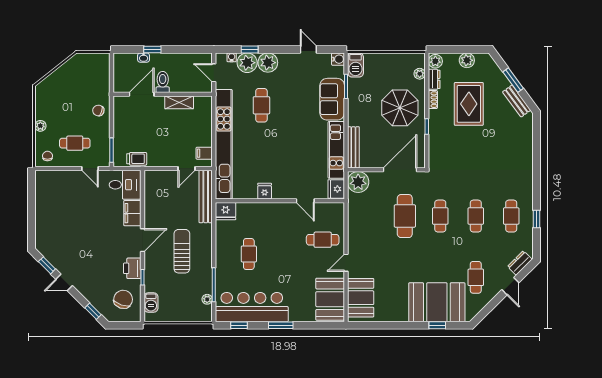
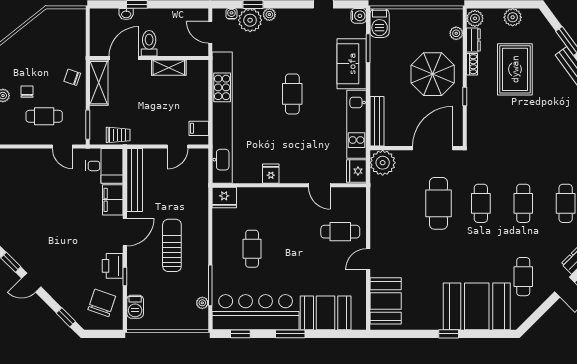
plant: (268, 63) -> (269, 15), width x0.53, depth x0.53
cafe table: (261, 105) -> (292, 94), moved
shelving: (121, 115) -> (99, 83), added
chair: (47, 156) -> (27, 92), moved
bench: (206, 196) -> (135, 180), moved
booth: (330, 299) -> (326, 313), moved, turned 90
window: (437, 325) -> (449, 334), moved

